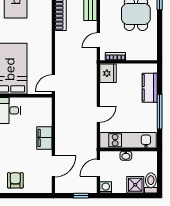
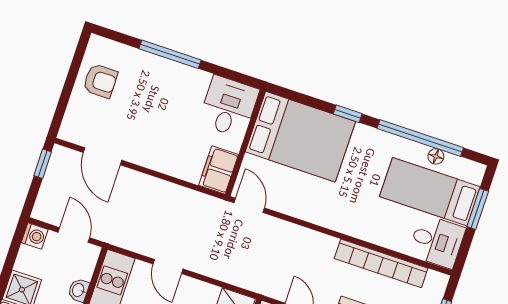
filing cabinet: (44, 138) -> (218, 170), moved, turned -90
window: (81, 196) -> (43, 164), moved

